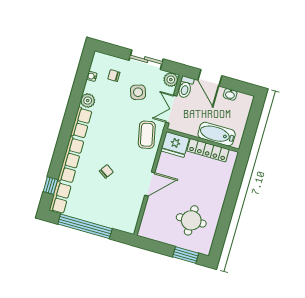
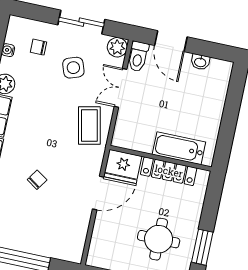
bathtub: (217, 134) -> (179, 148), moved
wall: (203, 140) -> (161, 158), moved
fridge: (175, 144) -> (123, 166), moved
locker: (208, 150) -> (169, 171), moved
window: (222, 228) -> (202, 247), added

